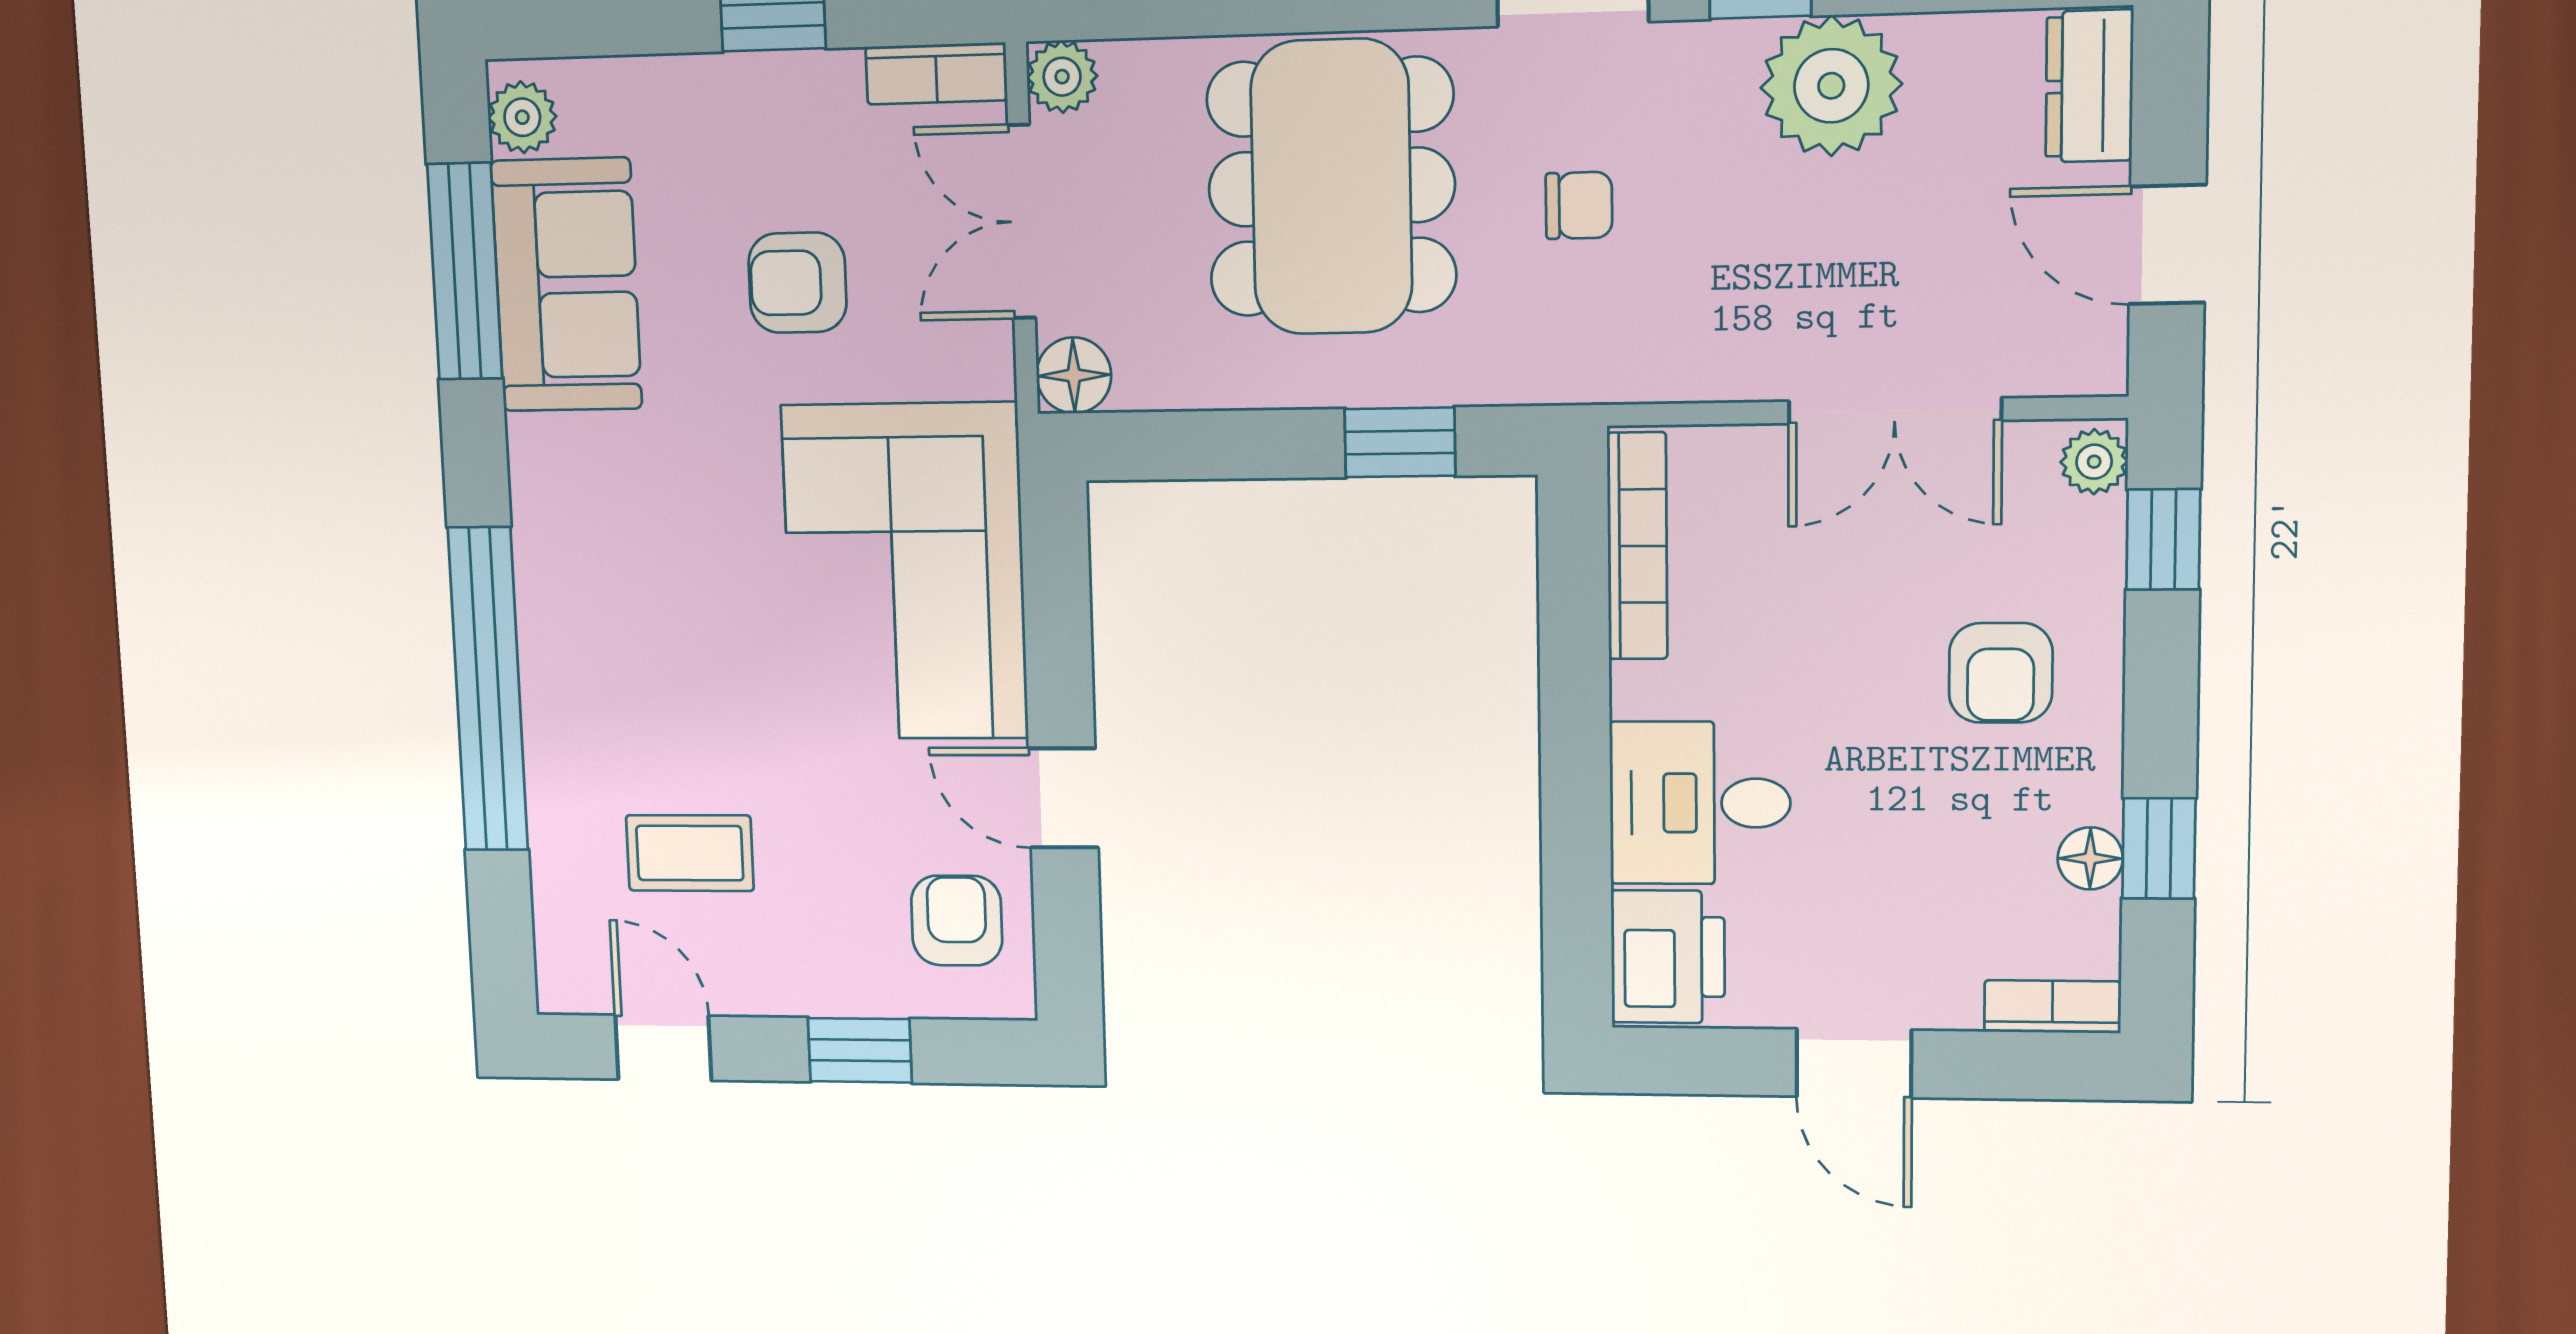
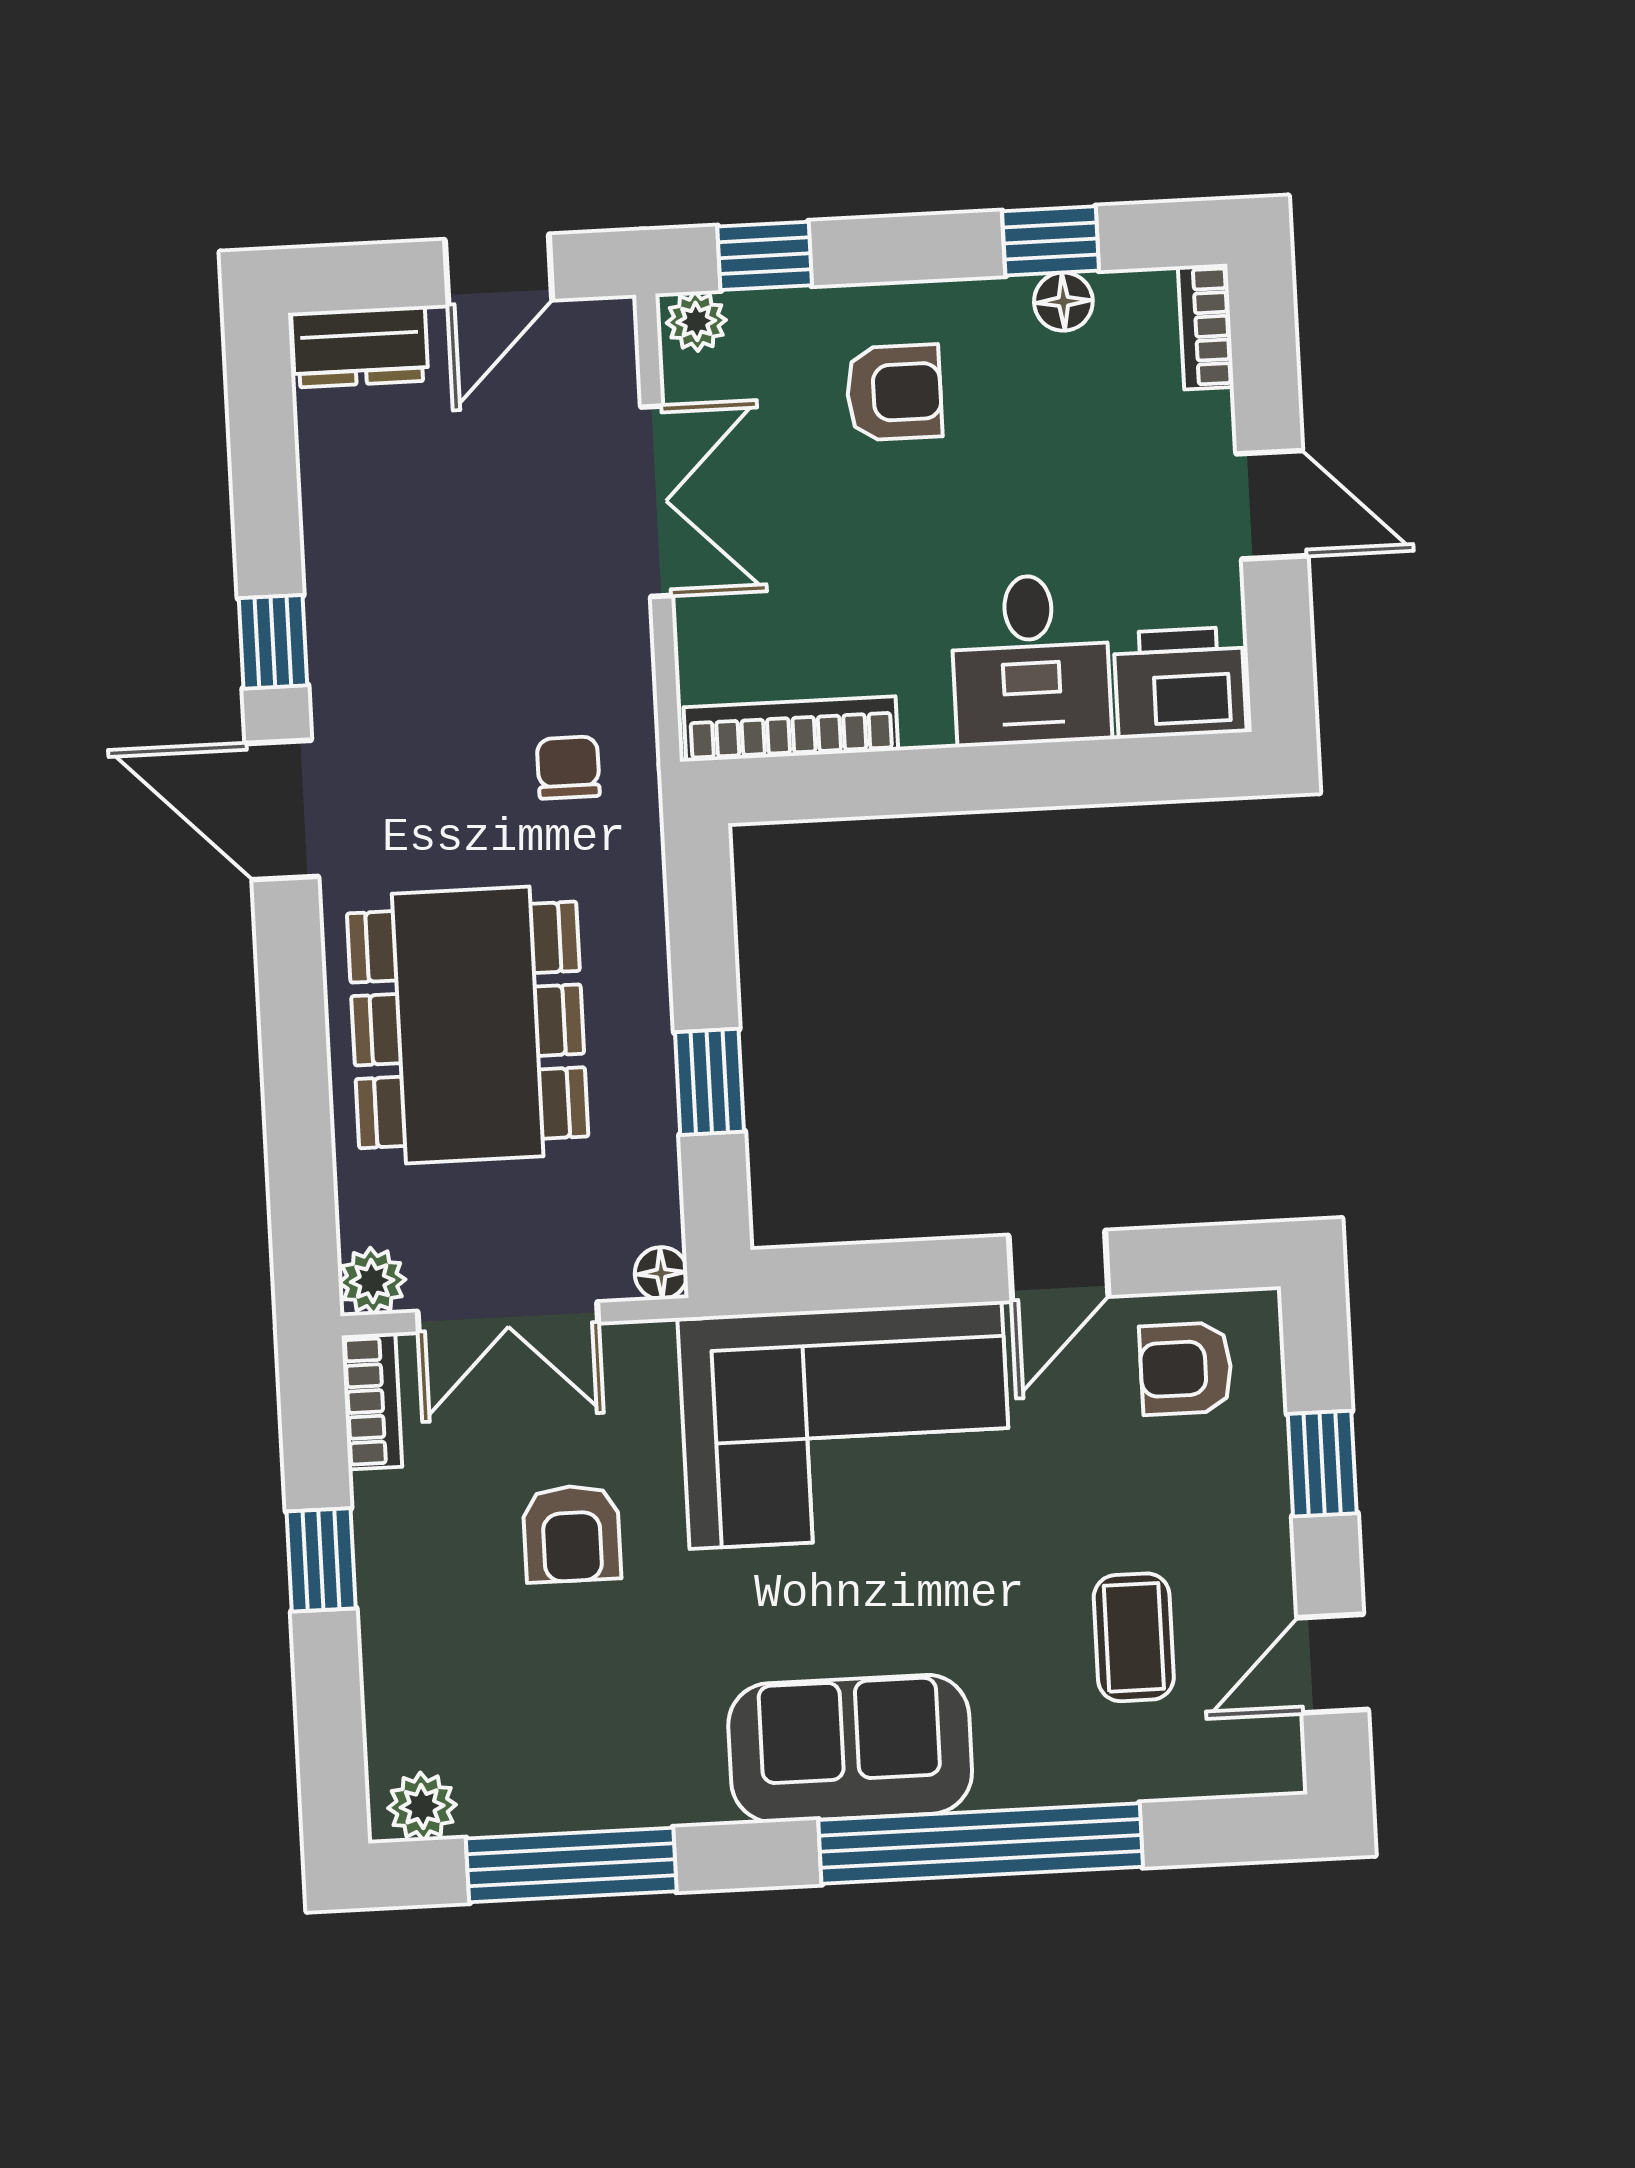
plant: (1831, 86) -> (365, 574), removed
dining table: (1331, 187) -> (468, 1025), turned 90
chair: (1579, 205) -> (568, 768), moved
sofa: (566, 285) -> (850, 1748), moved
floor lamp: (1074, 375) -> (661, 1273), width x0.73, depth x0.73
window: (1400, 442) -> (709, 1082), moved
door: (1854, 1063) -> (1272, 505), hinge flipped

